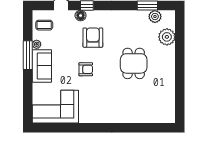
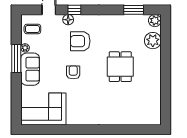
plant: (155, 16) -> (155, 21), moved
armchair: (93, 38) -> (80, 41), turned -90
armchair: (86, 69) -> (73, 72), turned -90

